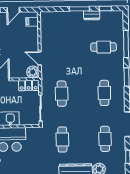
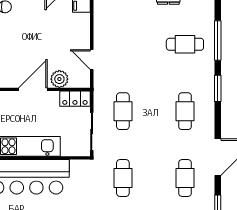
plant: (33, 72) -> (59, 79), moved

